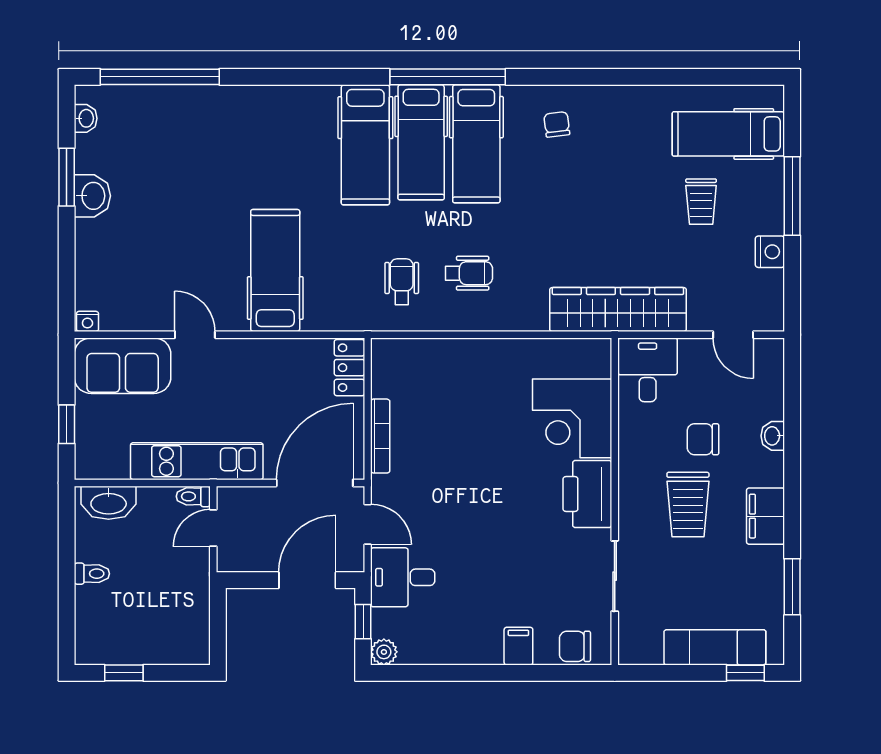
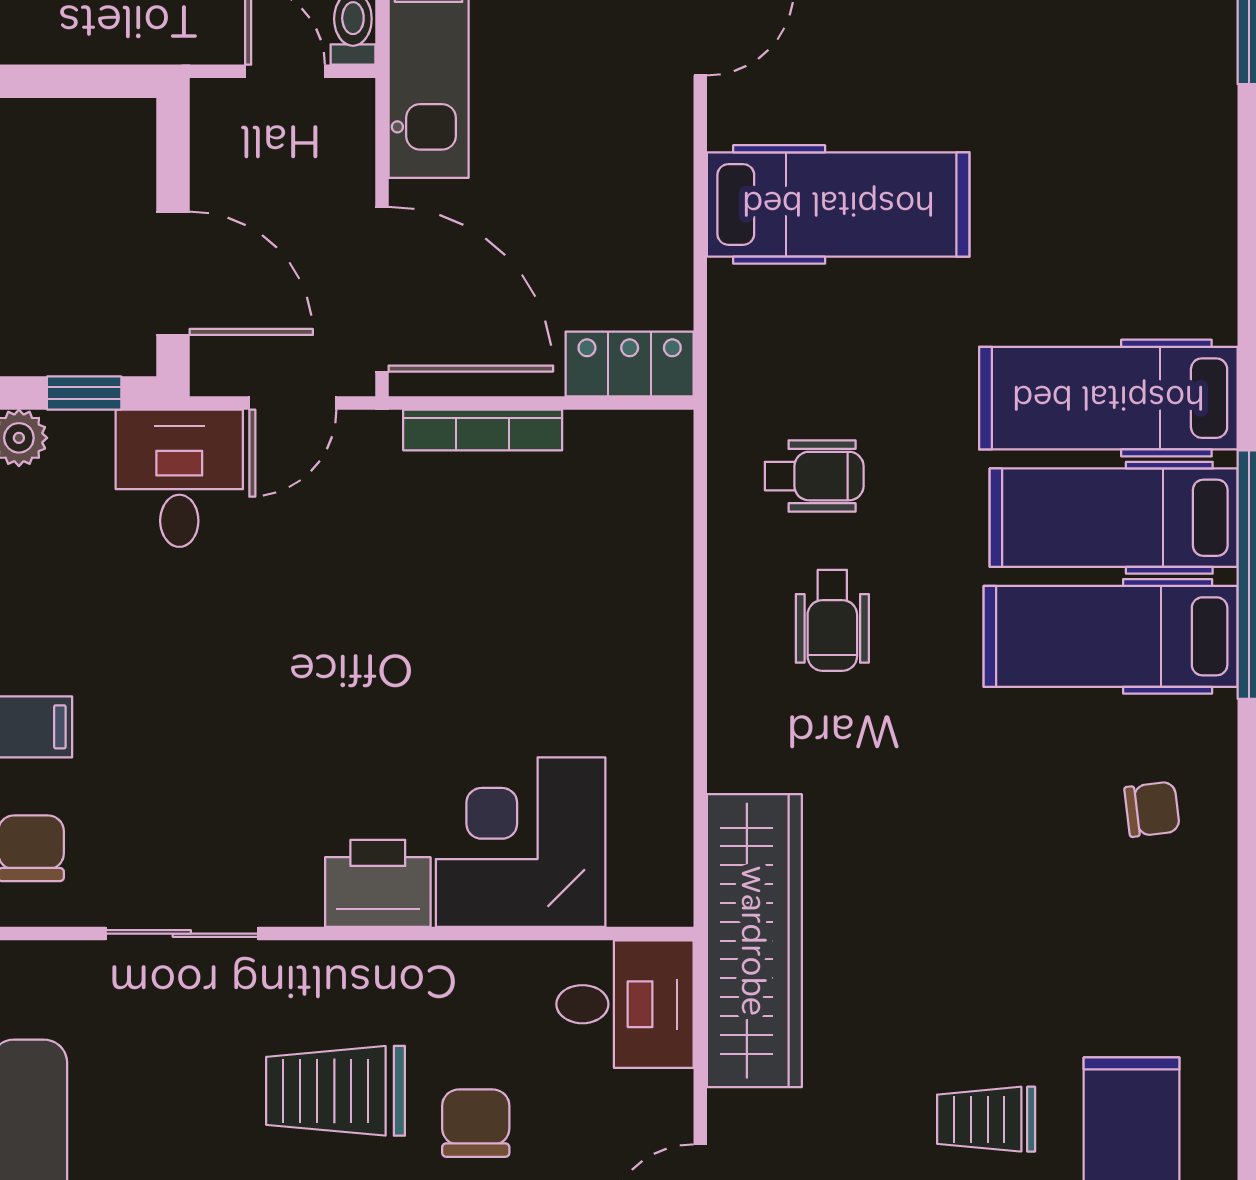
printer: (587, 494) -> (378, 883), width x0.73, depth x0.84

